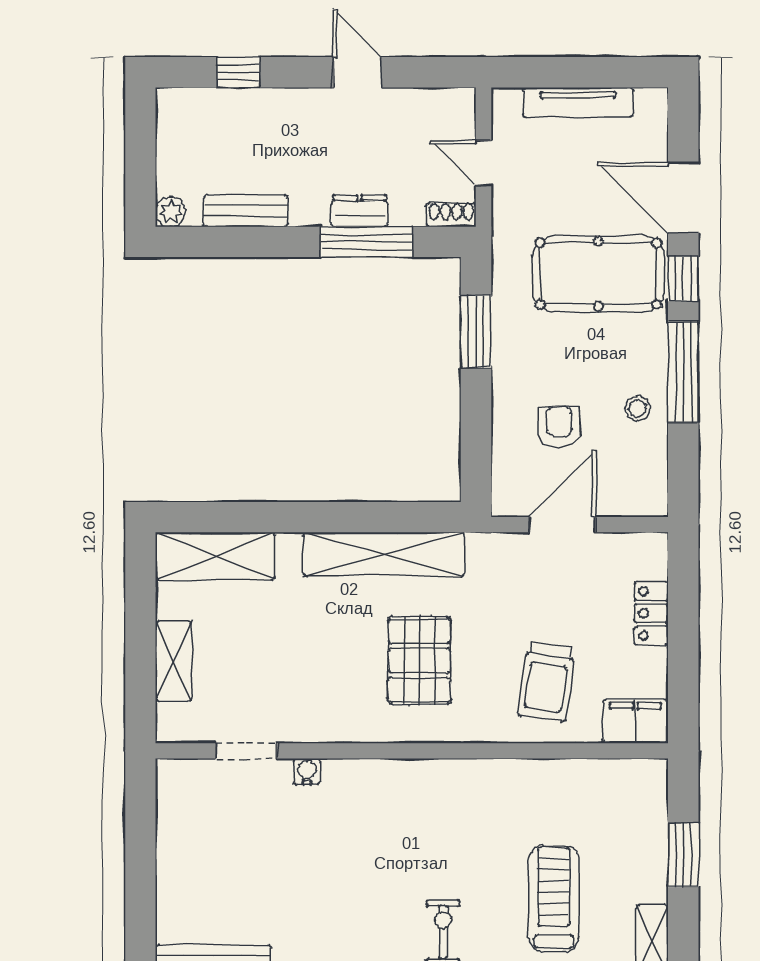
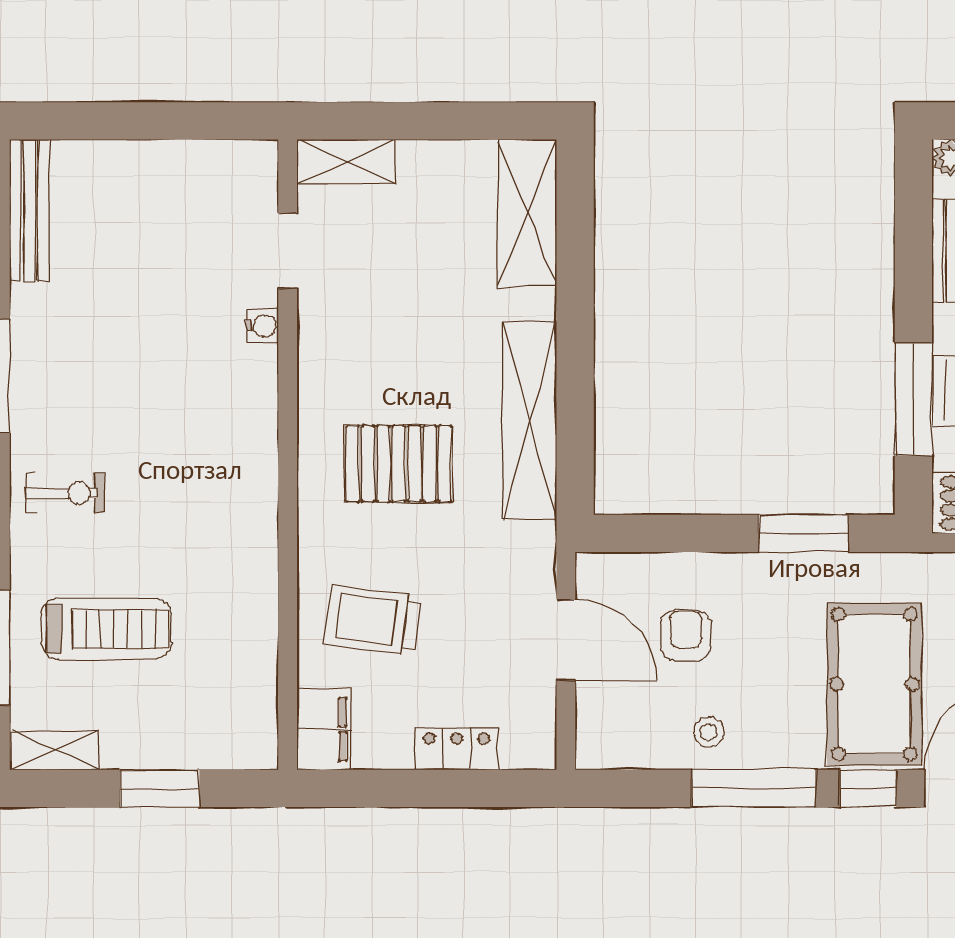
armchair: (559, 427) -> (686, 635), turned -90
shelving: (174, 661) -> (346, 162), moved

